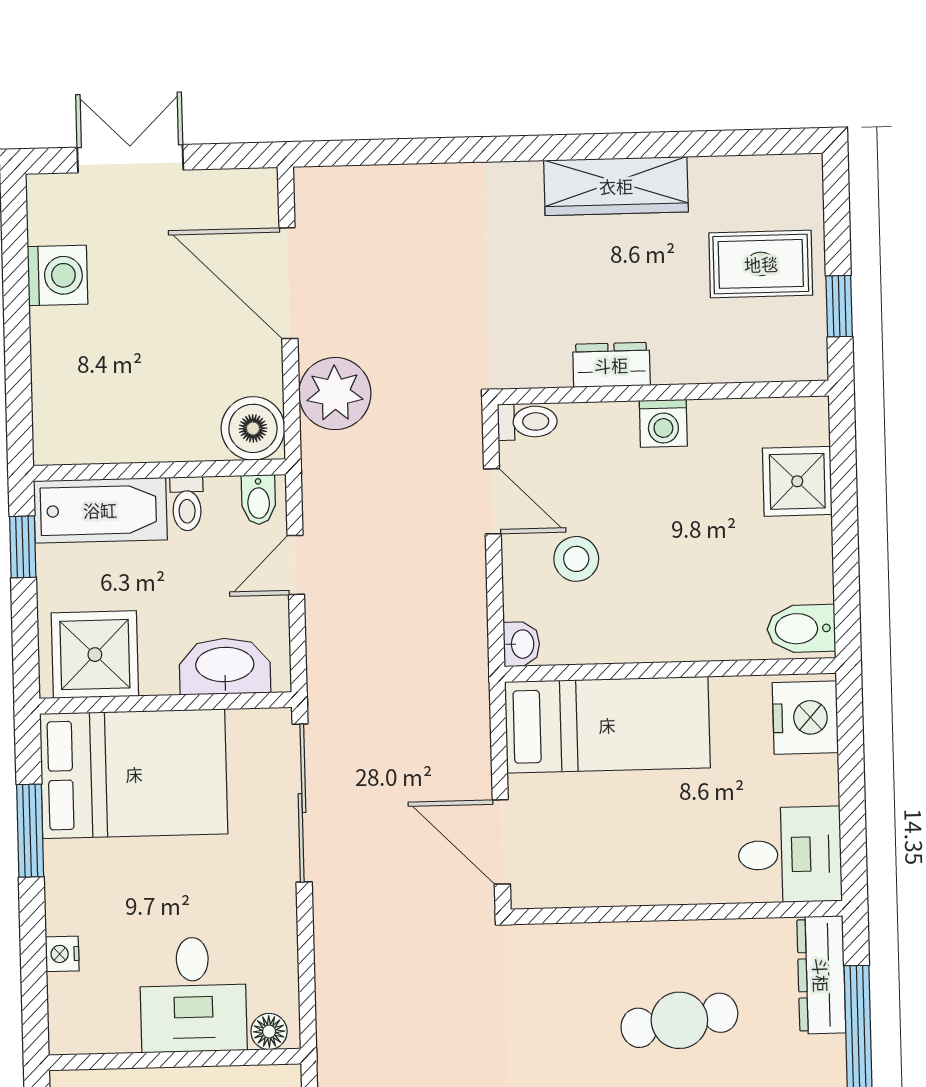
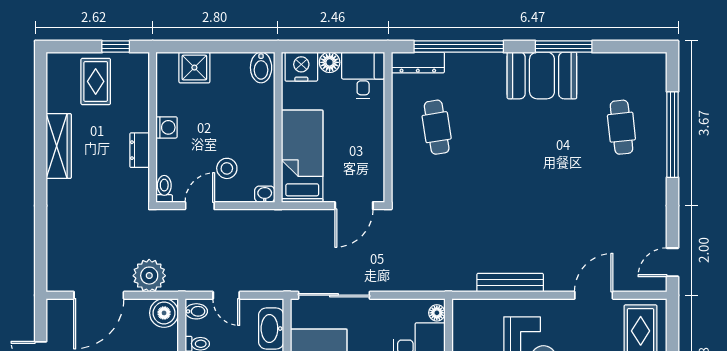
floor lamp: (817, 780) -> (330, 62), added

